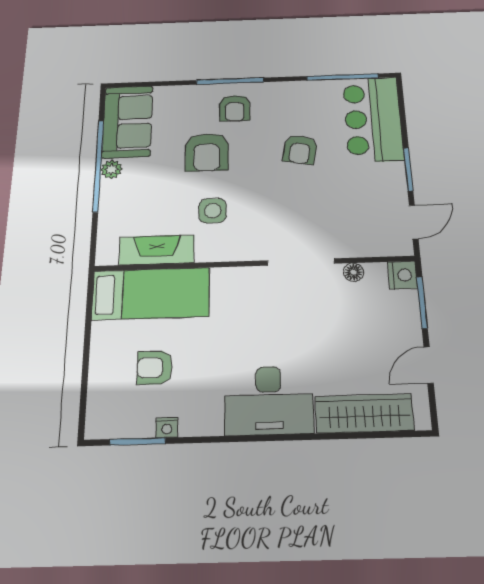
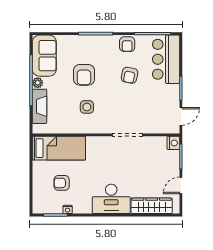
armchair: (235, 108) -> (127, 44), moved
fireplace: (157, 250) -> (39, 106), moved, turned 90
floor lamp: (353, 272) -> (151, 141), removed

